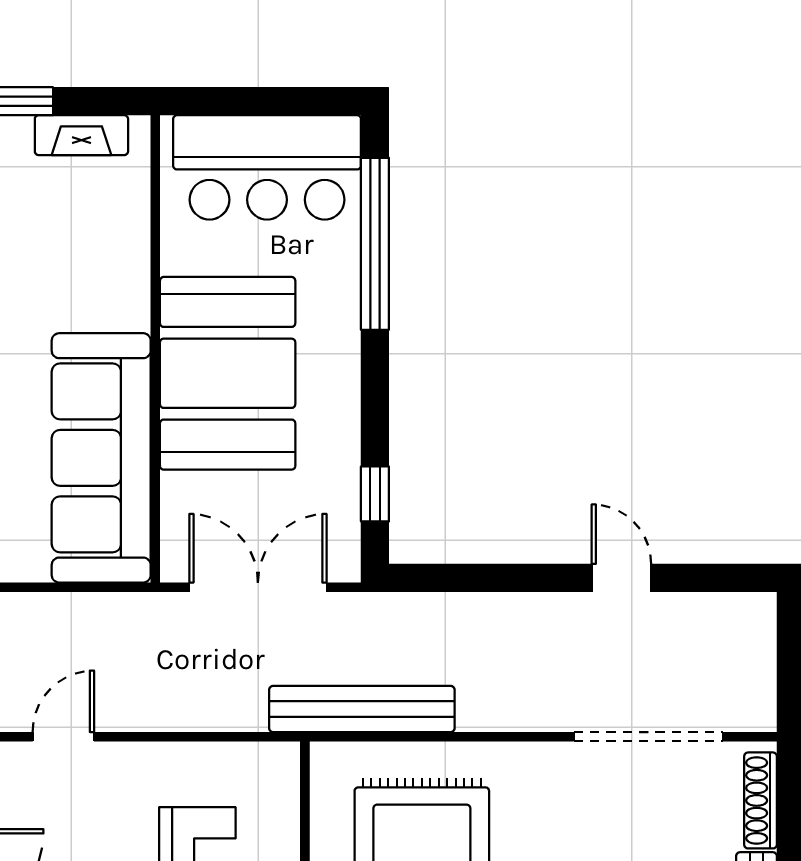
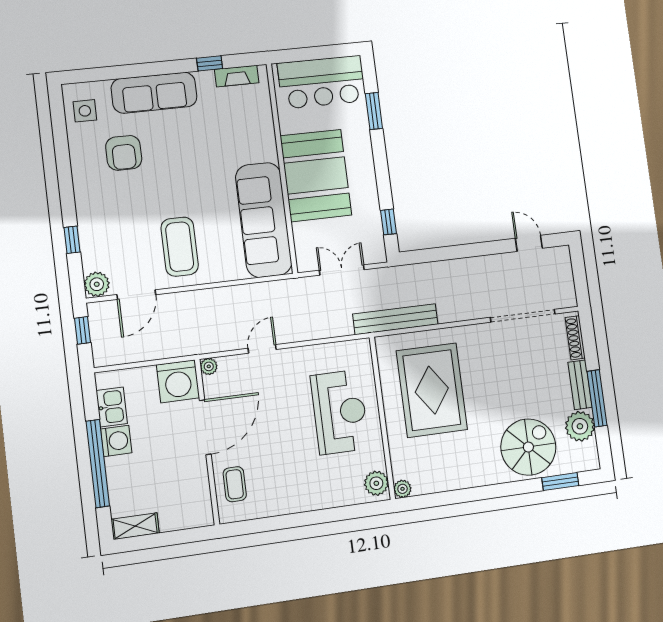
window: (375, 244) -> (374, 111), width x0.47
door: (621, 578) -> (529, 243), moved
double door: (258, 587) -> (342, 270), width x0.73

